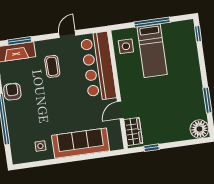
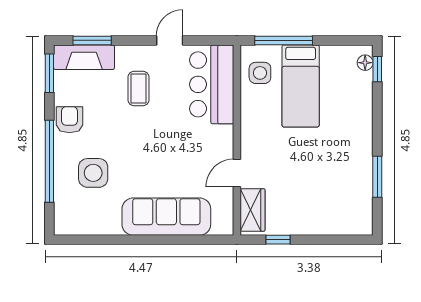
window: (152, 22) -> (284, 40), moved
bar counter: (98, 66) -> (212, 84), width x0.73
floor lamp: (199, 129) -> (365, 63), moved, width x0.53, depth x0.53
side table: (40, 146) -> (93, 173), moved, width x1.87, depth x1.87

